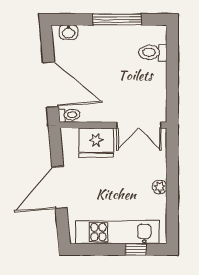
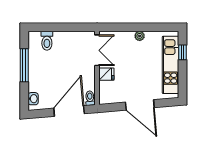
fridge: (96, 143) -> (106, 74), width x0.53, depth x0.75

